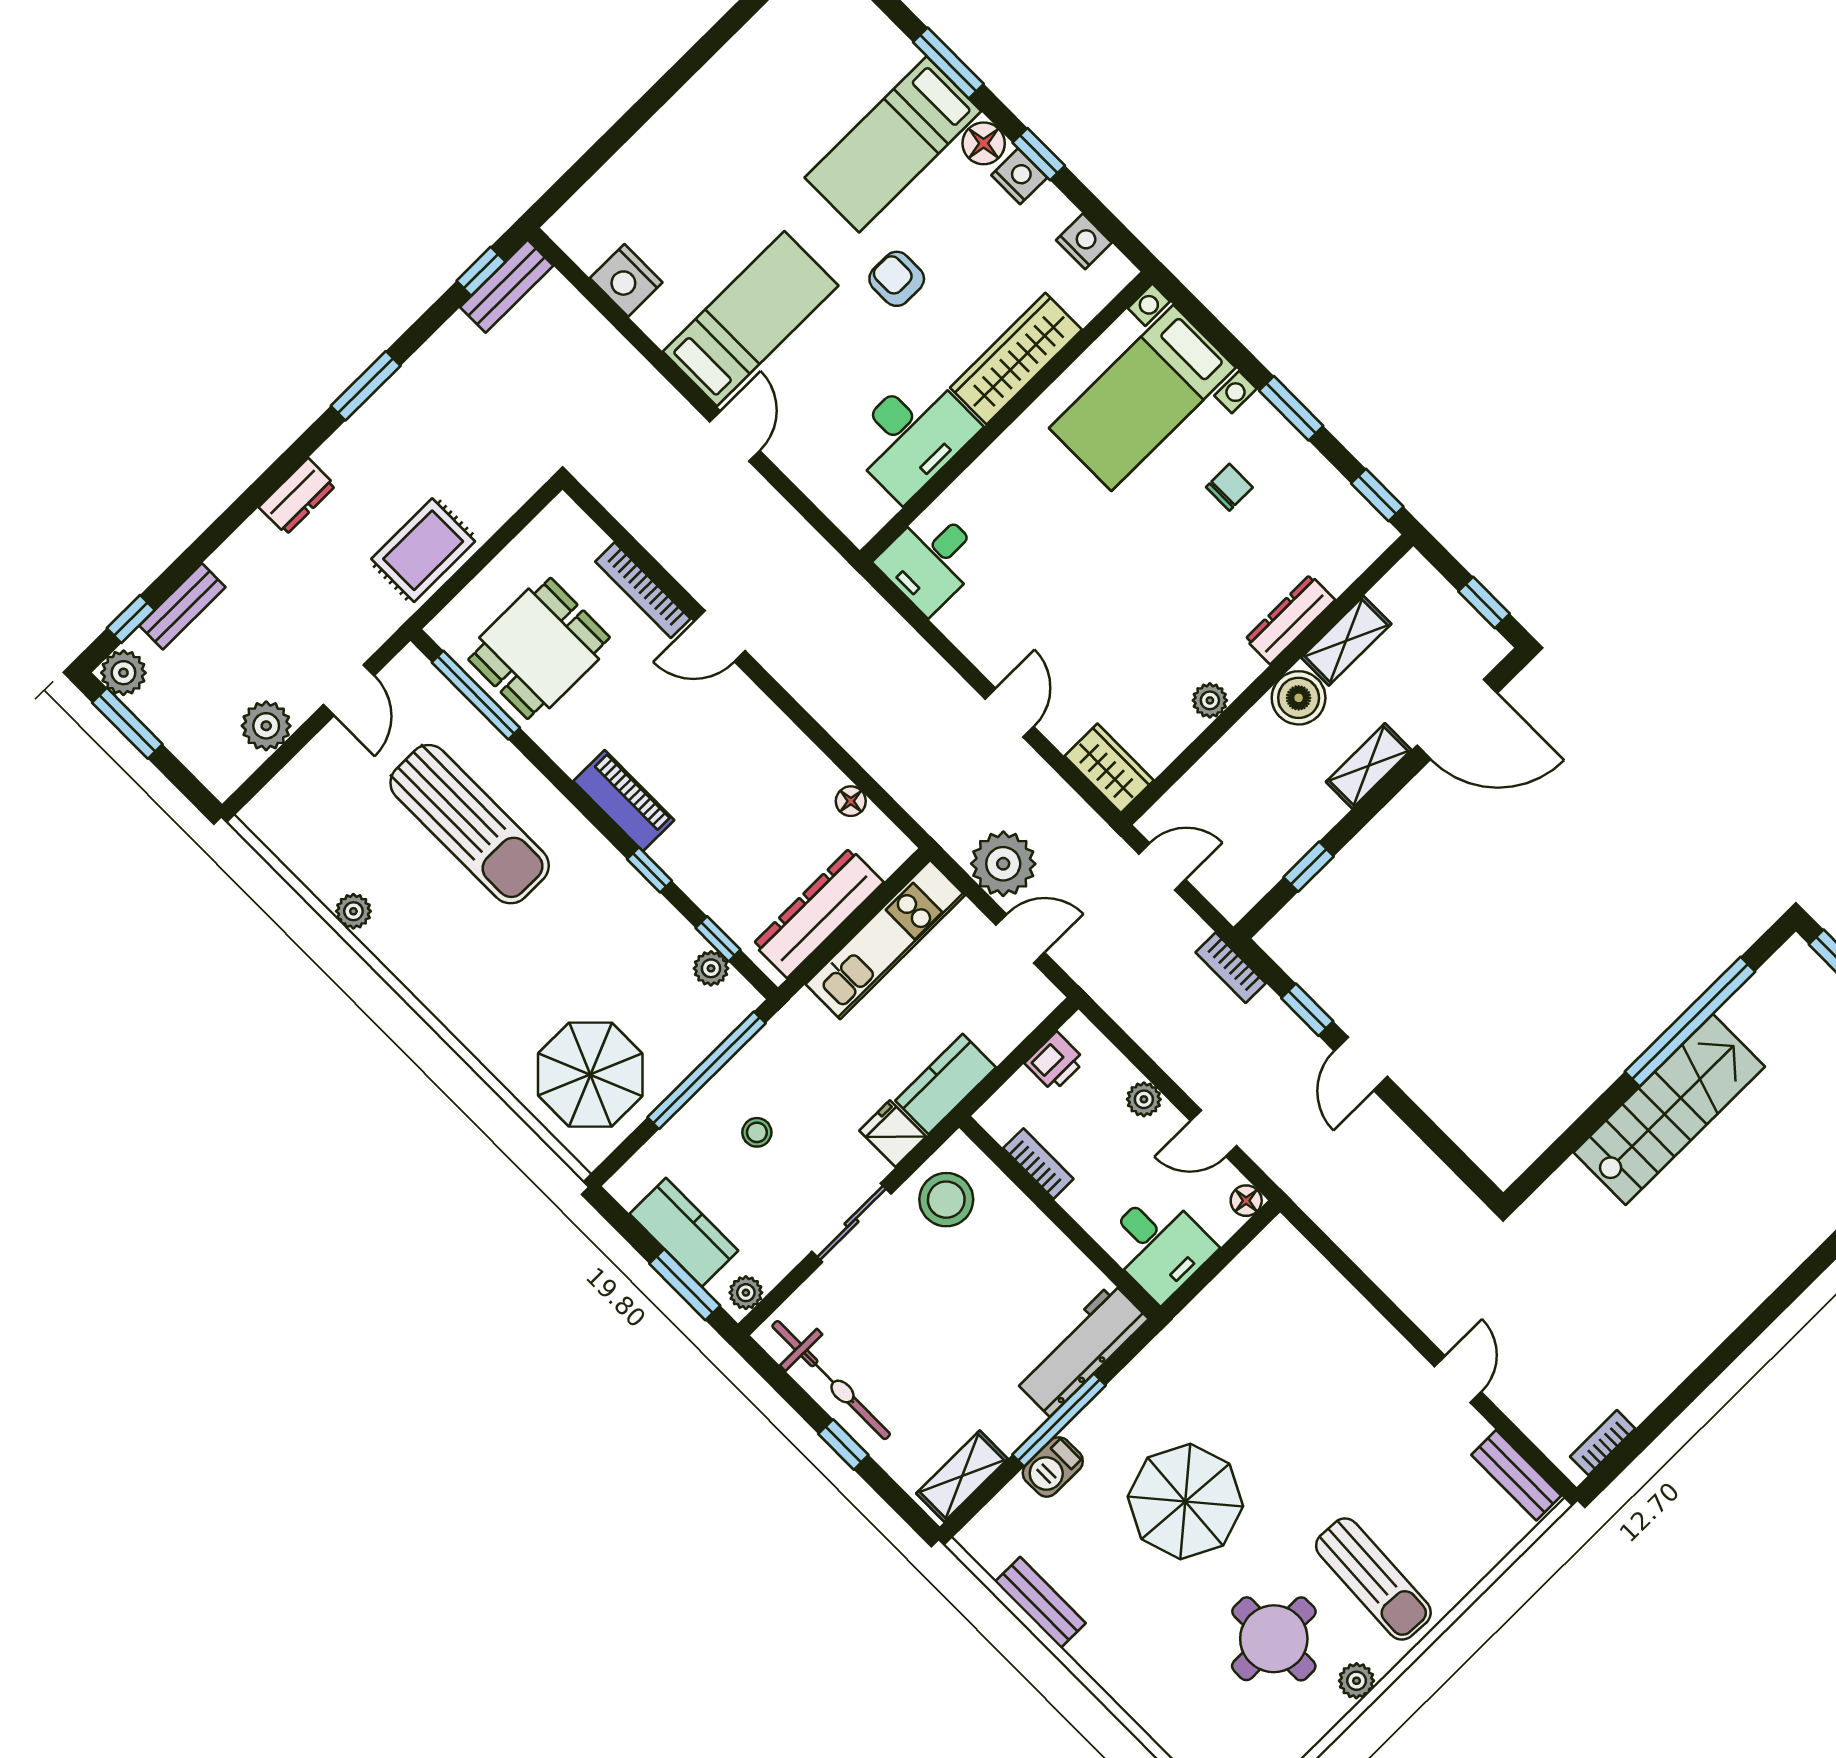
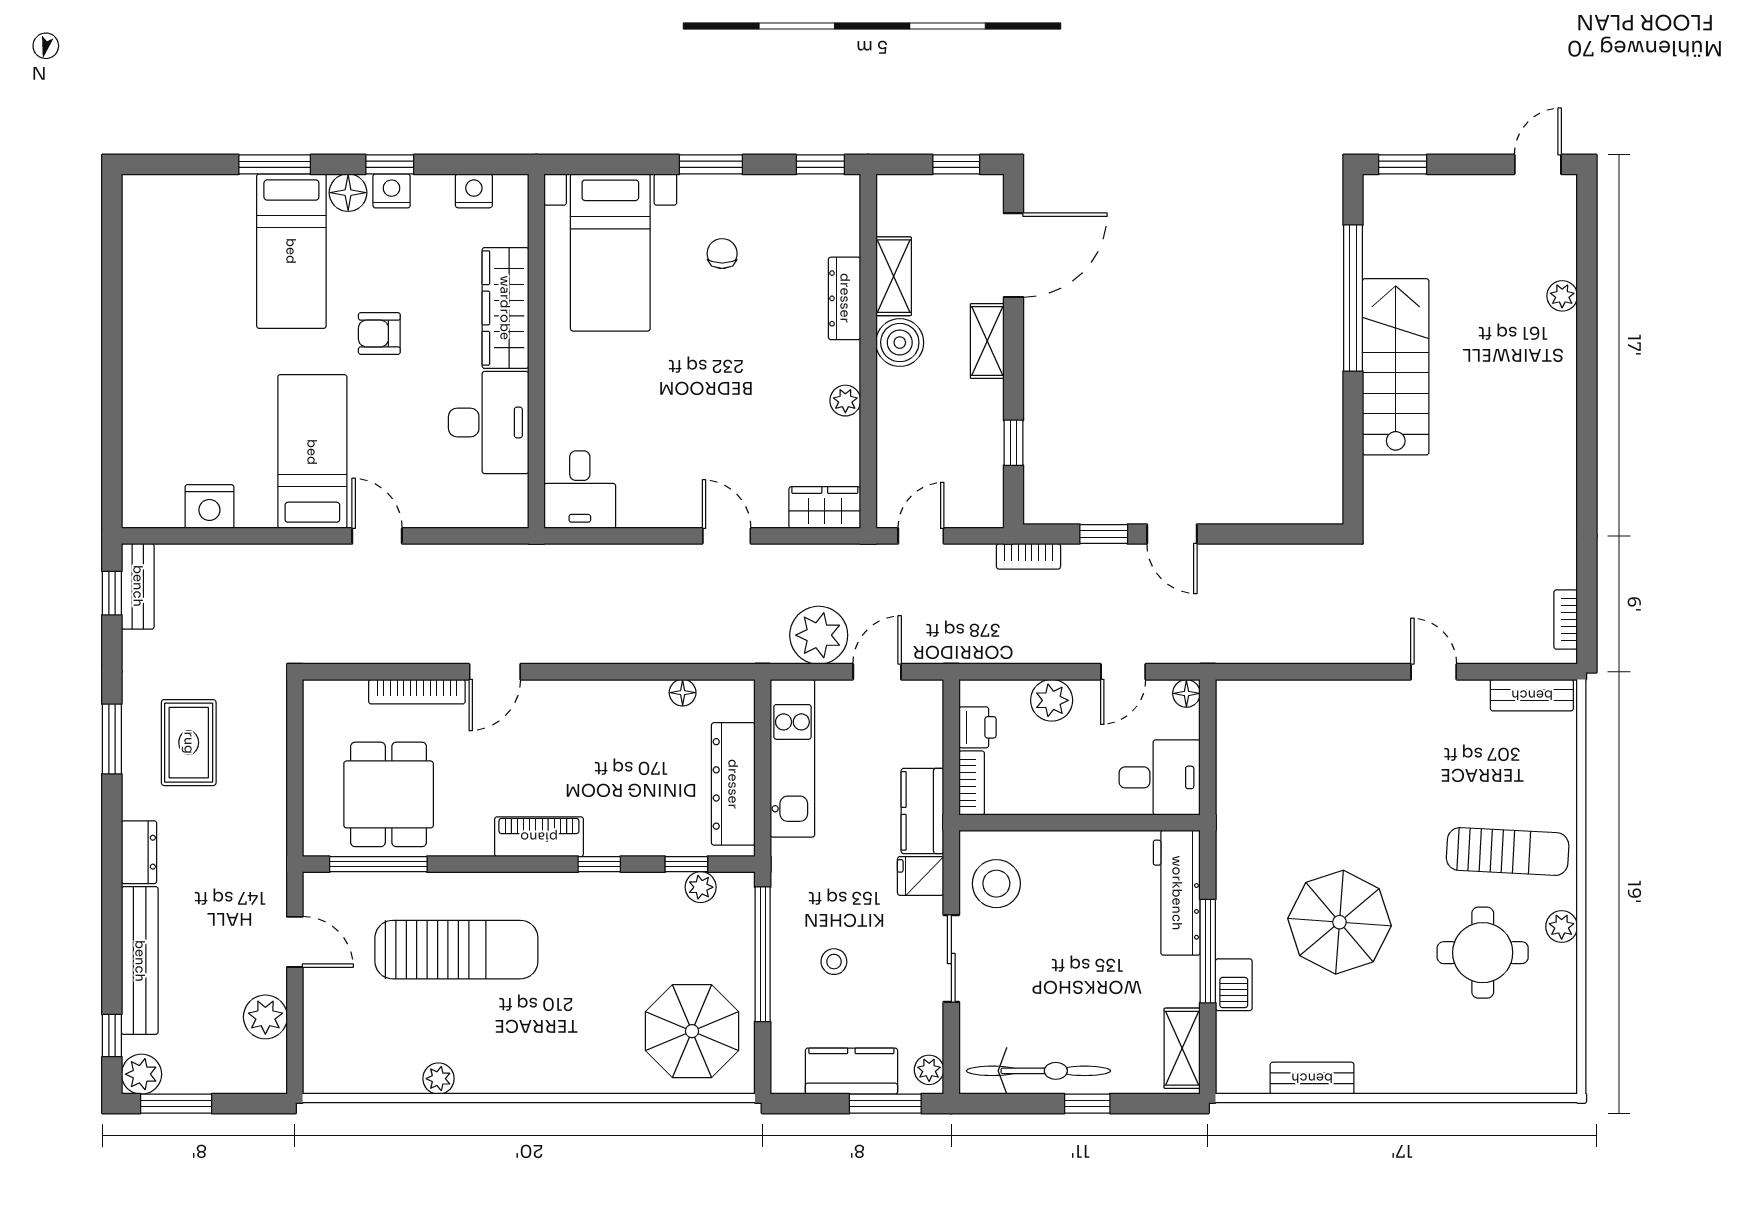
rug: (423, 550) -> (189, 743), moved
bench: (182, 606) -> (140, 961), width x1.86, depth x1.21
plant: (1144, 1099) -> (1052, 700), width x1.38, depth x1.38
bookcase: (1038, 1164) -> (972, 783), moved, turned 90

